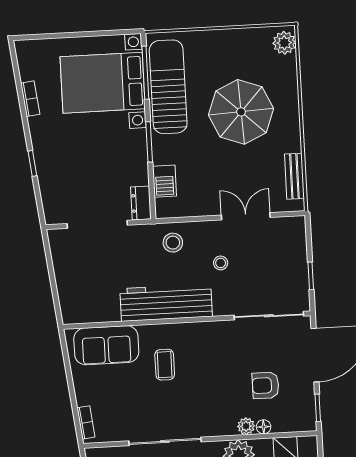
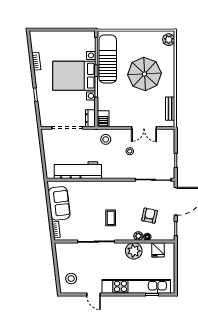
bed with nightstands: (103, 83) -> (74, 76), moved
barbecue: (165, 181) -> (103, 119), moved
double door: (246, 216) -> (144, 128), swing flipped
workbench: (166, 303) -> (78, 170), moved
sofa: (106, 345) -> (59, 203), moved, turned -97
coffee table: (165, 365) -> (111, 218), moved
armchair: (266, 385) -> (150, 216), turned 102

